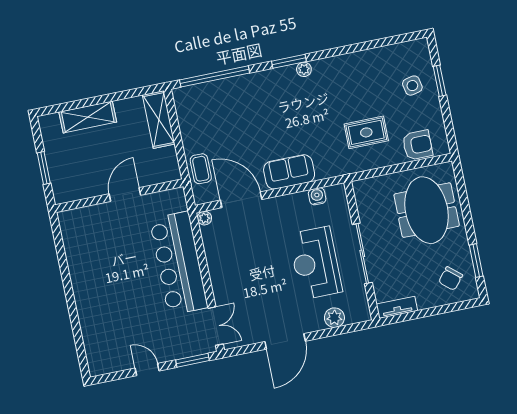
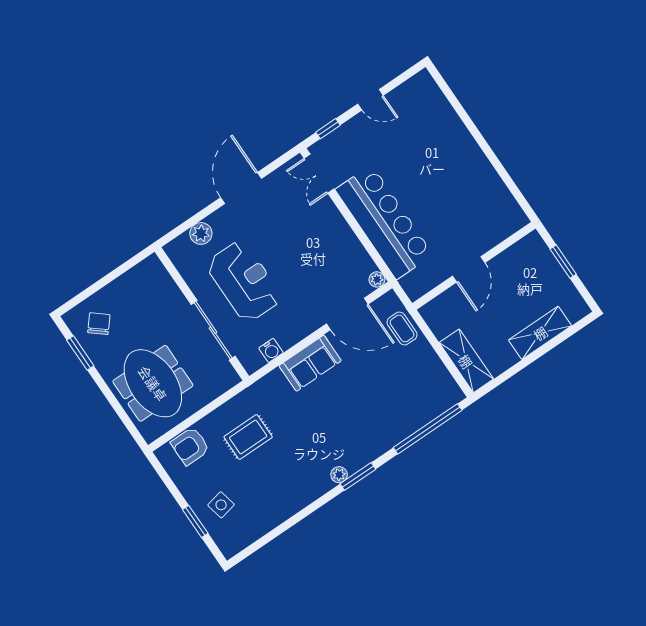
sliding door: (362, 253) -> (213, 330), moved
tv unit: (397, 307) -> (141, 271), removed
window: (193, 360) -> (328, 129), width x0.67

